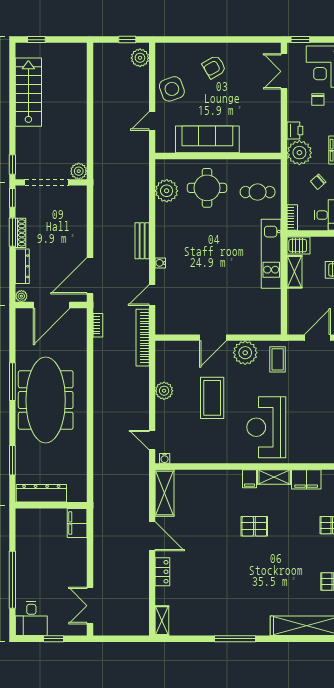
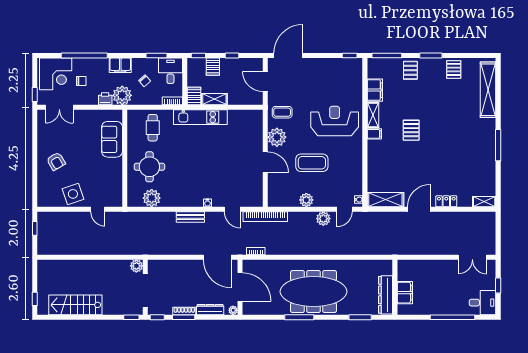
plant: (140, 58) -> (323, 219), moved
sofa: (207, 139) -> (112, 139), moved, width x0.73
reception desk: (266, 427) -> (335, 121), turned 180
filing cabinet: (77, 523) -> (405, 293), moved, turned -90

